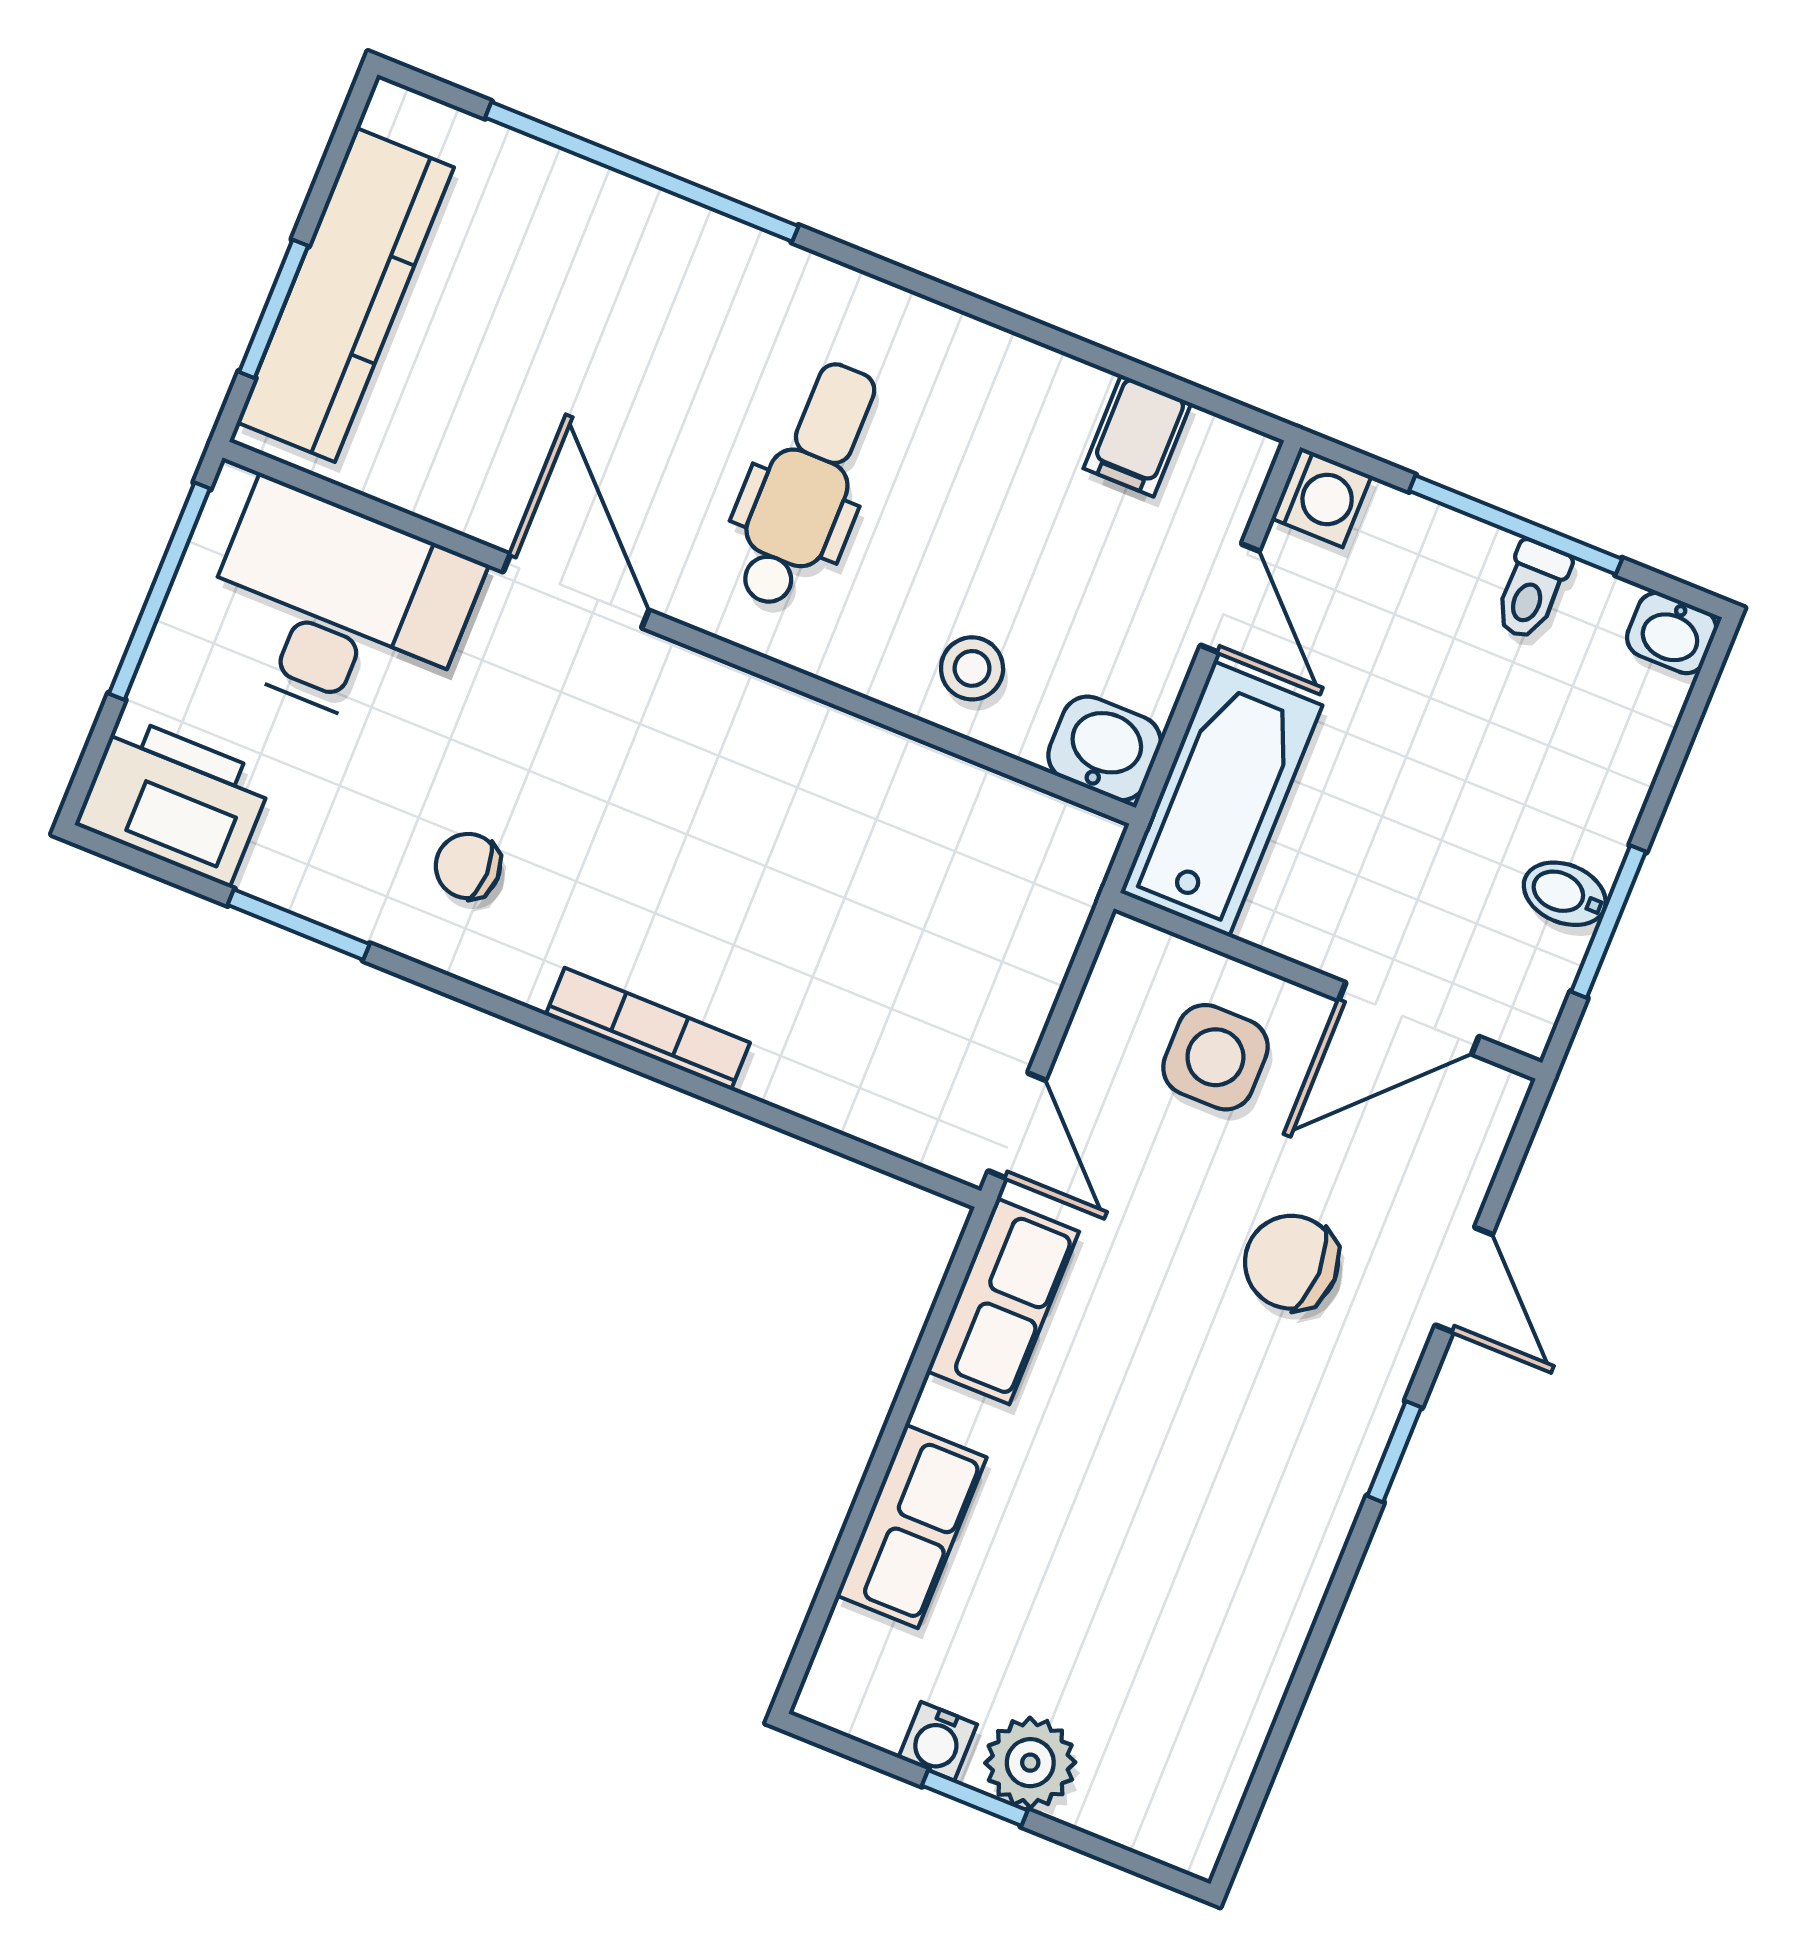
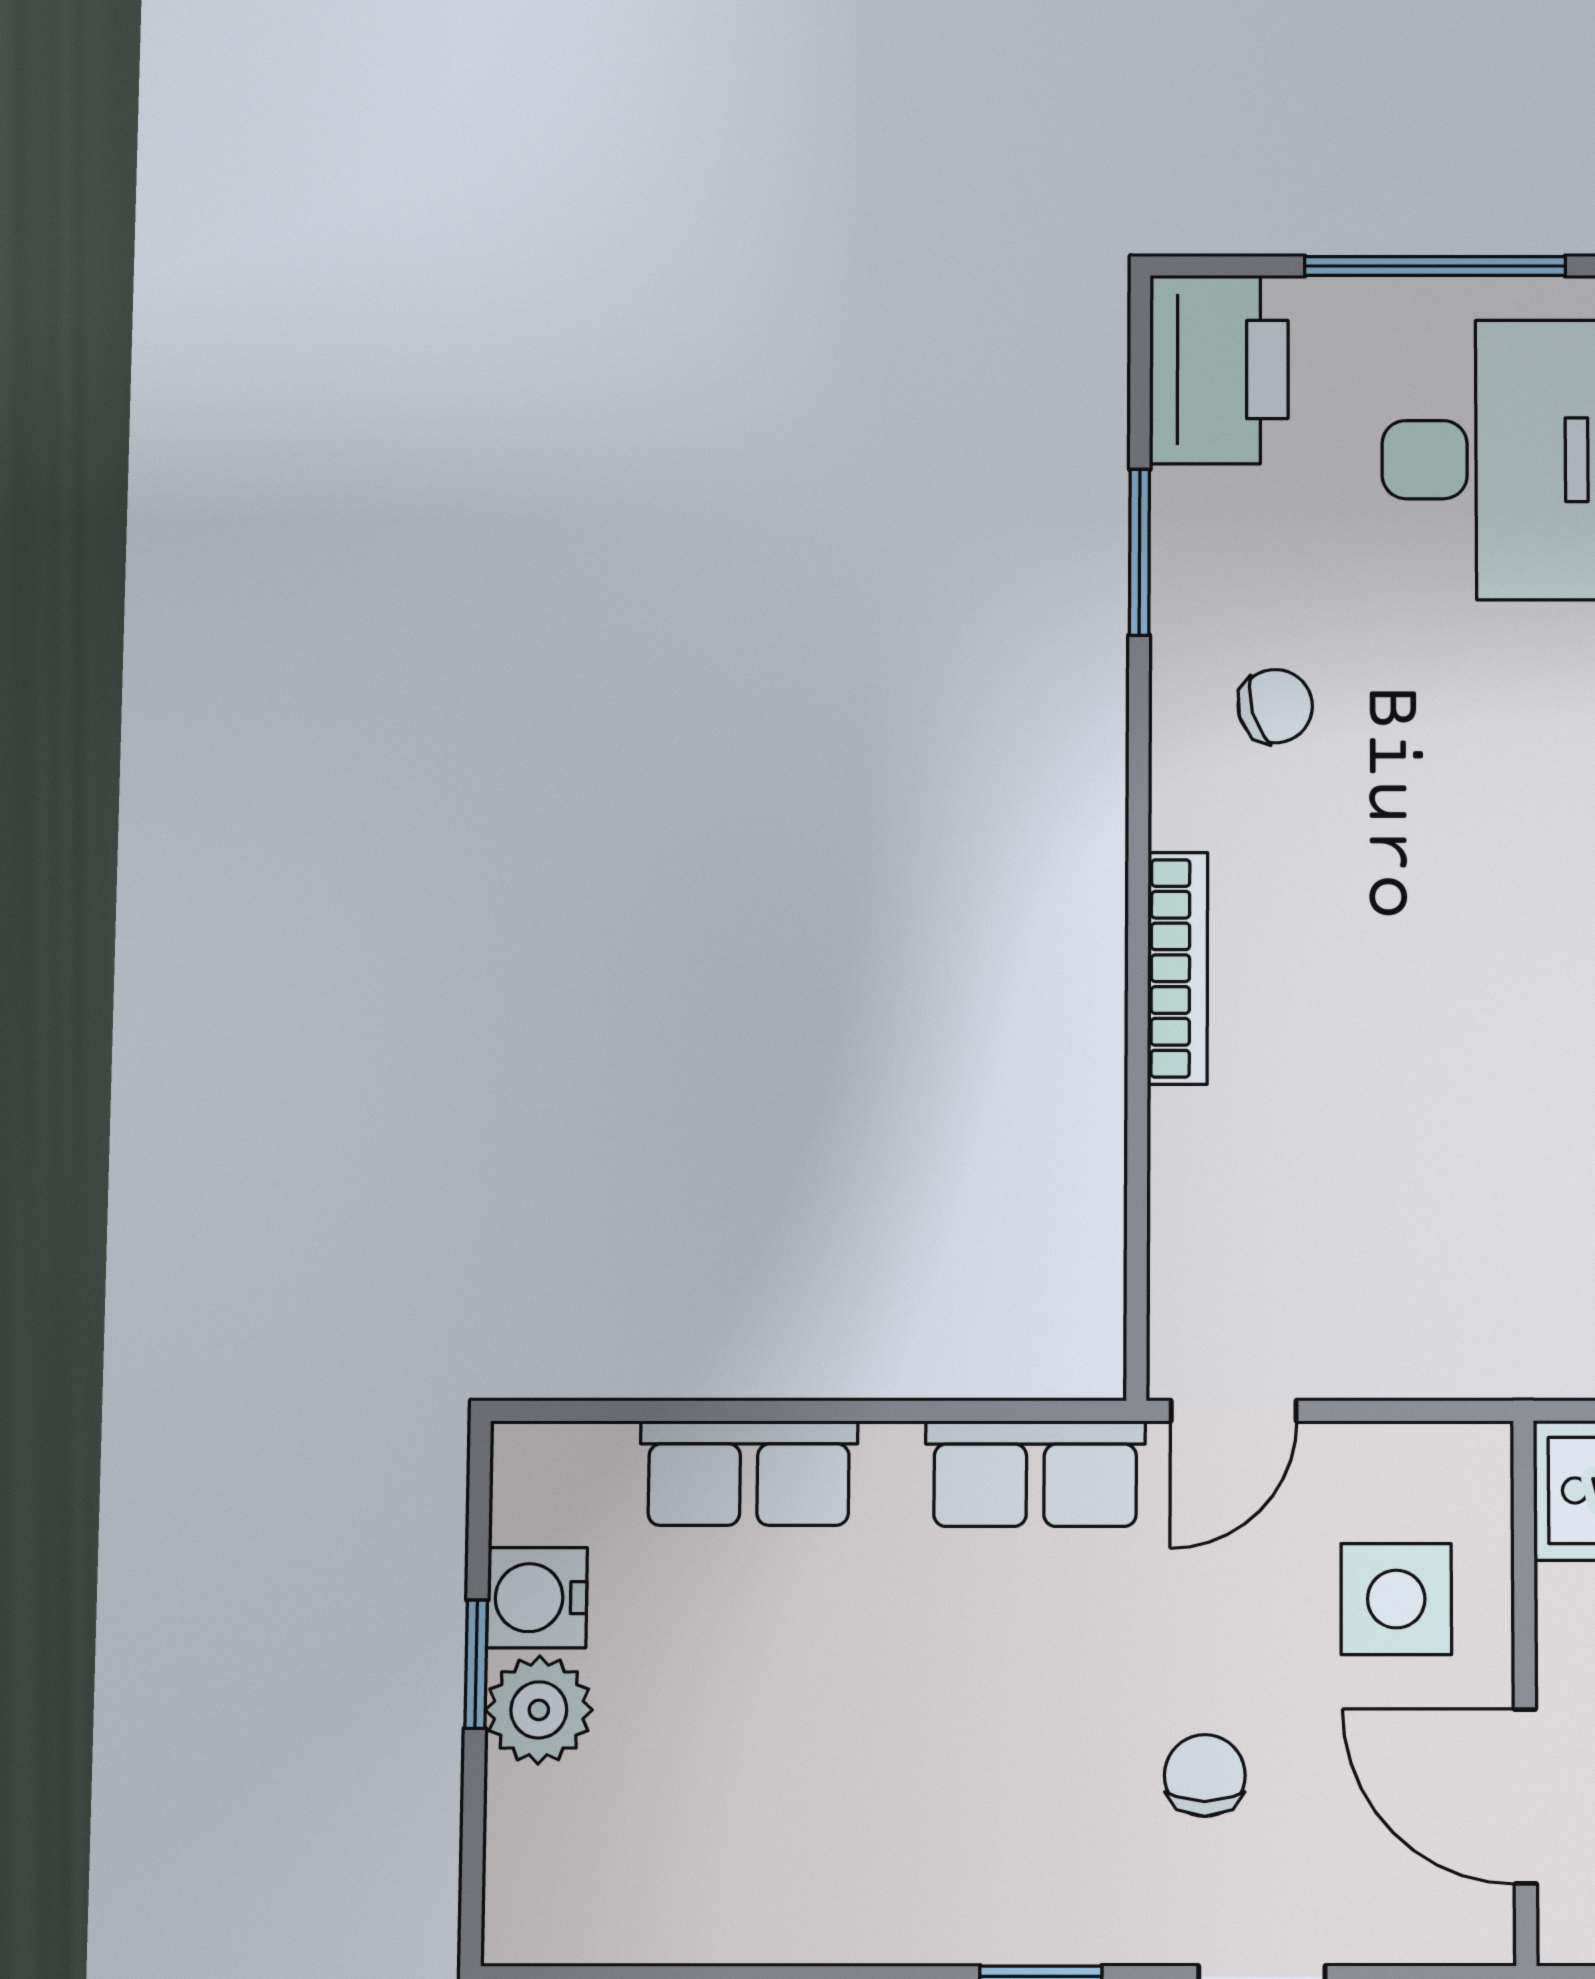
chair: (468, 866) -> (1275, 706), turned 74
chair: (1291, 1262) -> (1205, 1775), width x0.73, depth x0.73
water cooler: (938, 1741) -> (537, 1598), width x1.38, depth x1.38

